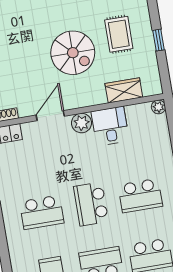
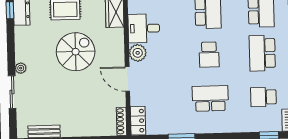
school desk: (91, 204) -> (209, 55), width x0.54
school desk: (42, 212) -> (210, 98), turned -90

